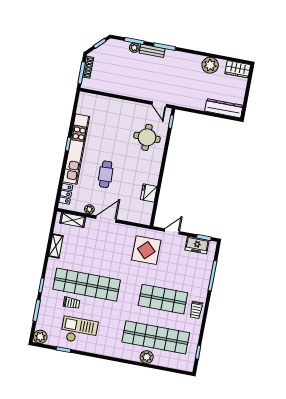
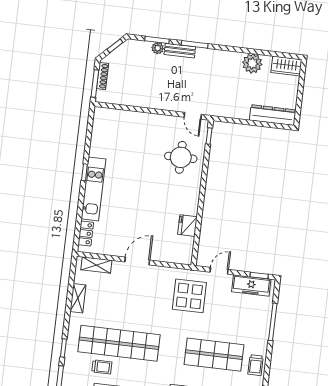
kitchen unit: (76, 149) -> (93, 189), width x0.73
cafe table: (106, 174) -> (133, 206), removed
plant: (89, 209) -> (116, 250), removed
freezer: (197, 245) -> (251, 286), width x1.40

